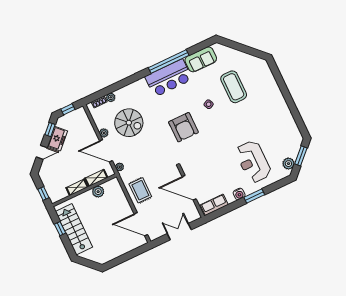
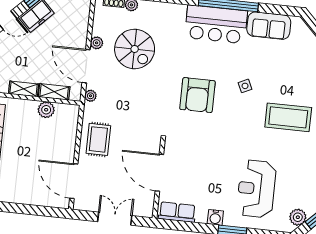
coffee table: (234, 87) -> (288, 117), moved, turned 90

